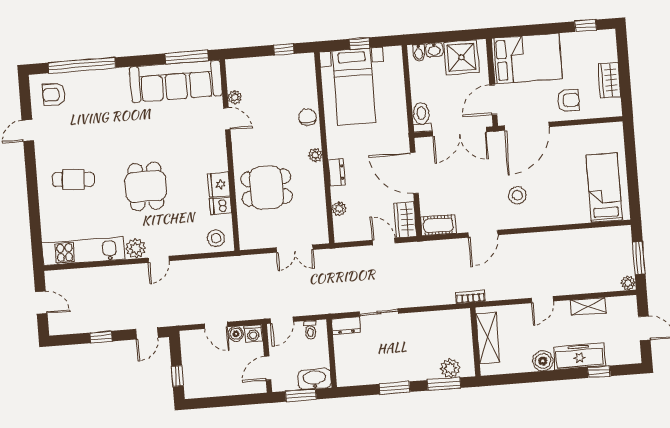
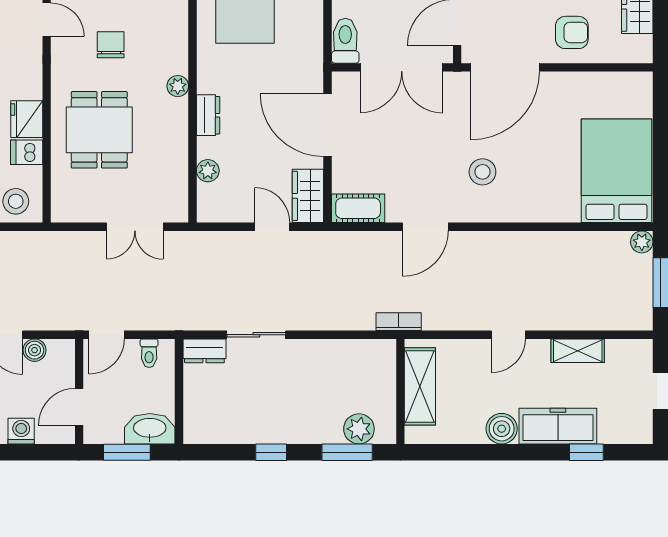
chair: (308, 117) -> (111, 45), moved
dining table: (267, 188) -> (99, 130), turned 90
bed: (604, 188) -> (617, 171), width x1.50
plant: (628, 283) -> (642, 242), moved
washing machine: (253, 333) -> (21, 431), moved, turned 180
window: (395, 388) -> (271, 452), width x0.67

